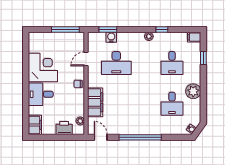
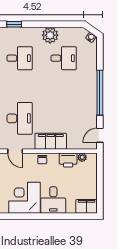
filing cabinet: (95, 102) -> (51, 141), moved
printer: (64, 128) -> (68, 160), moved, turned -90

